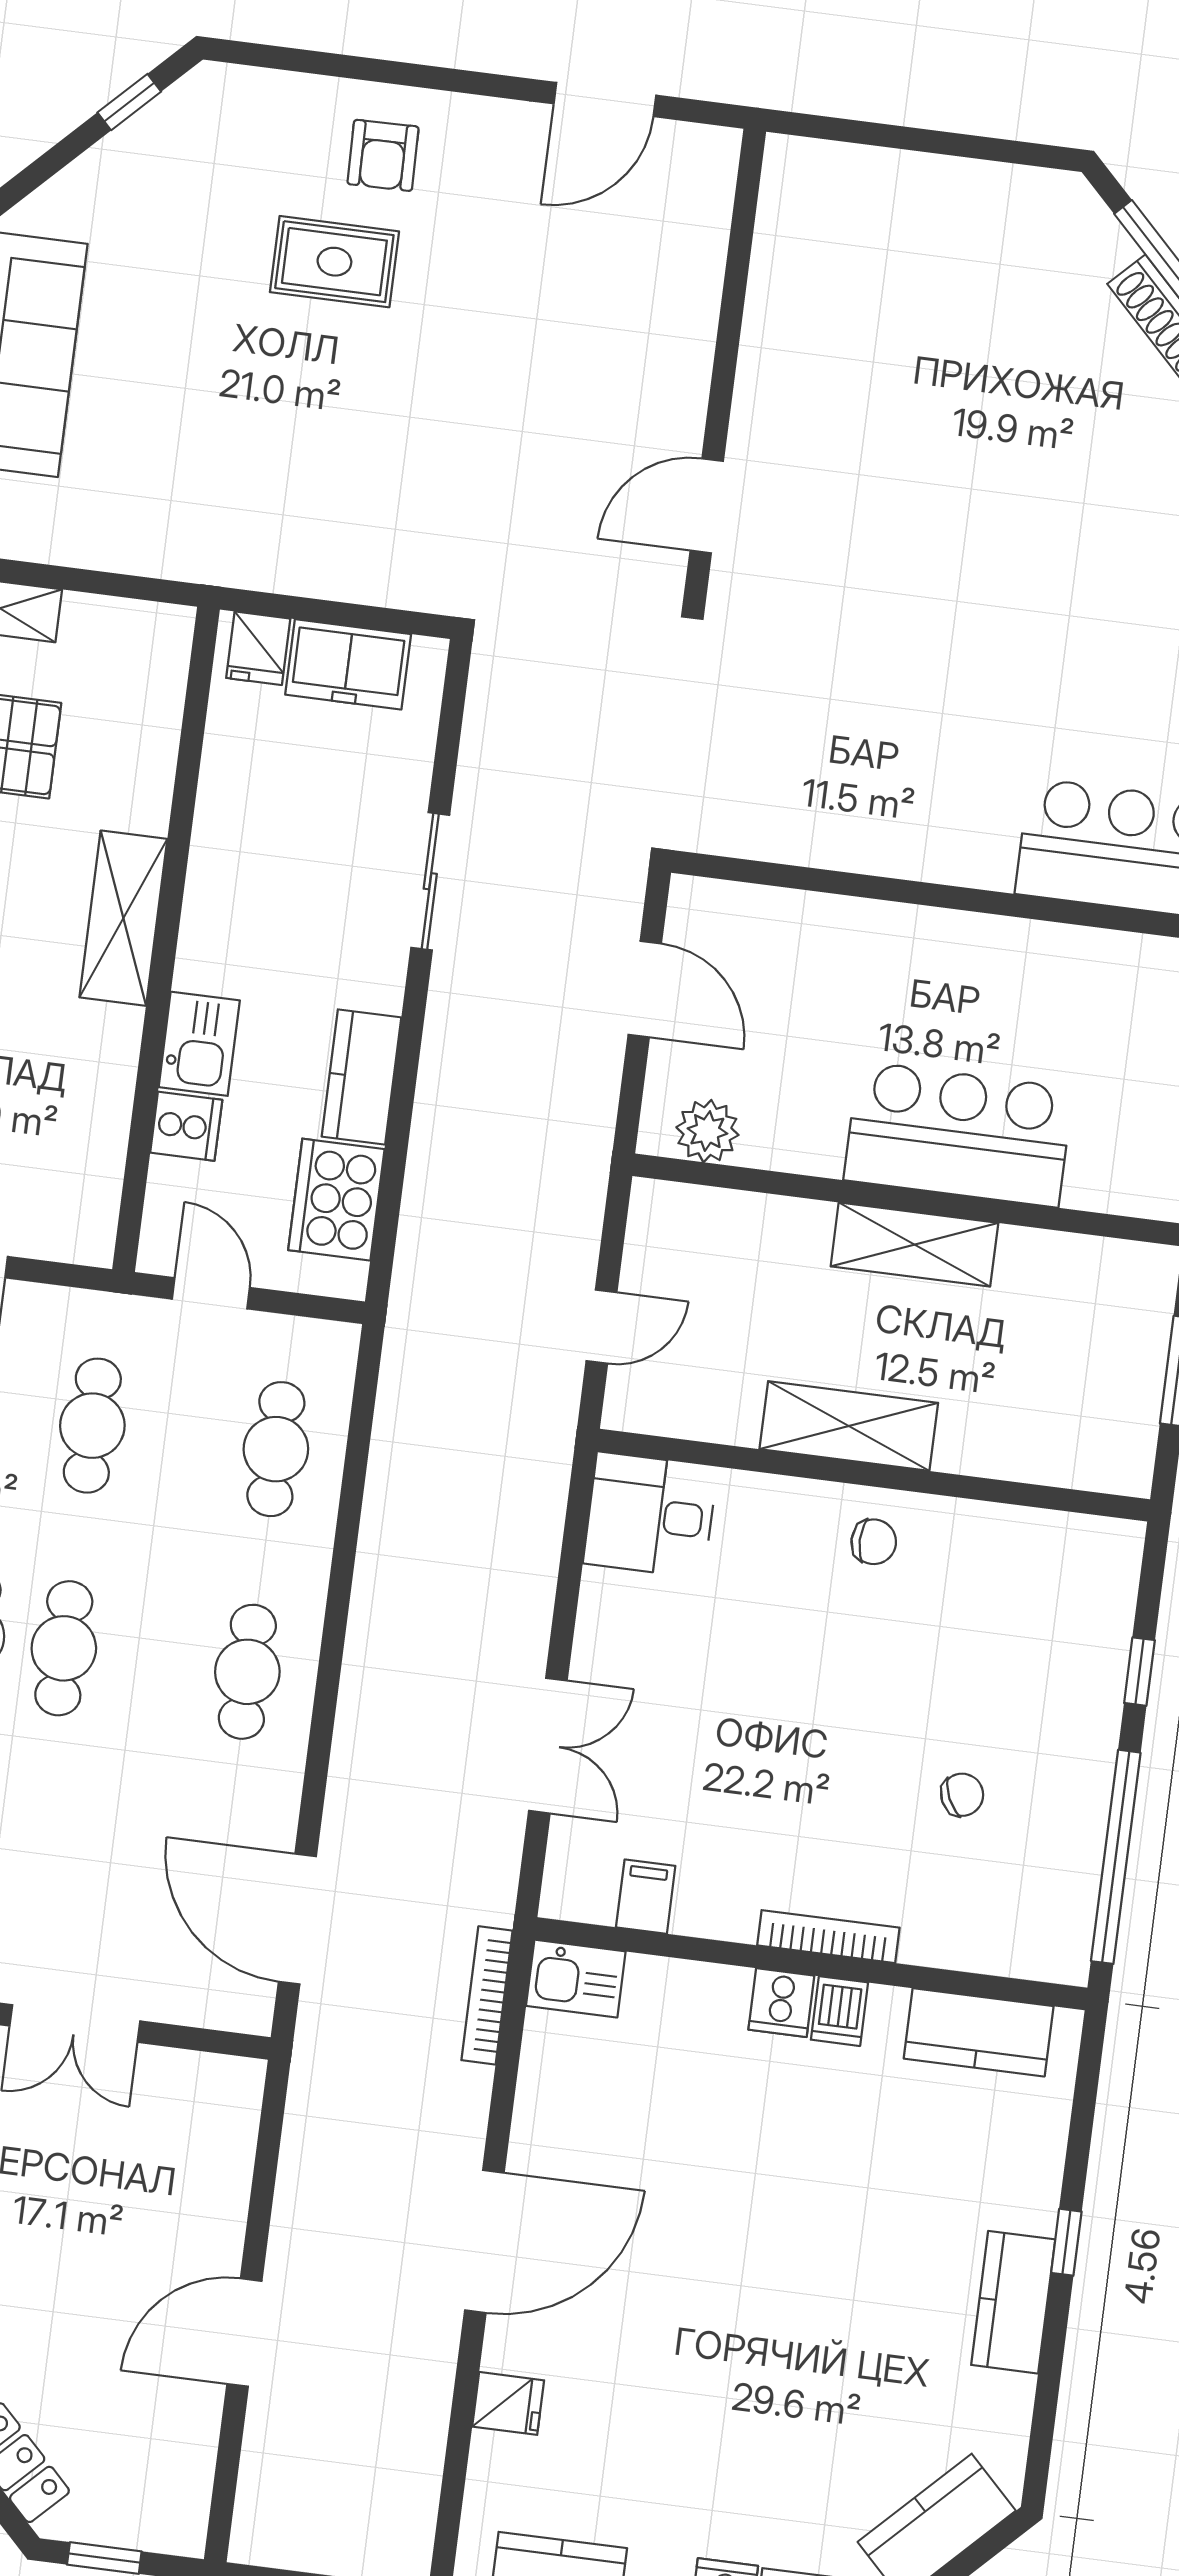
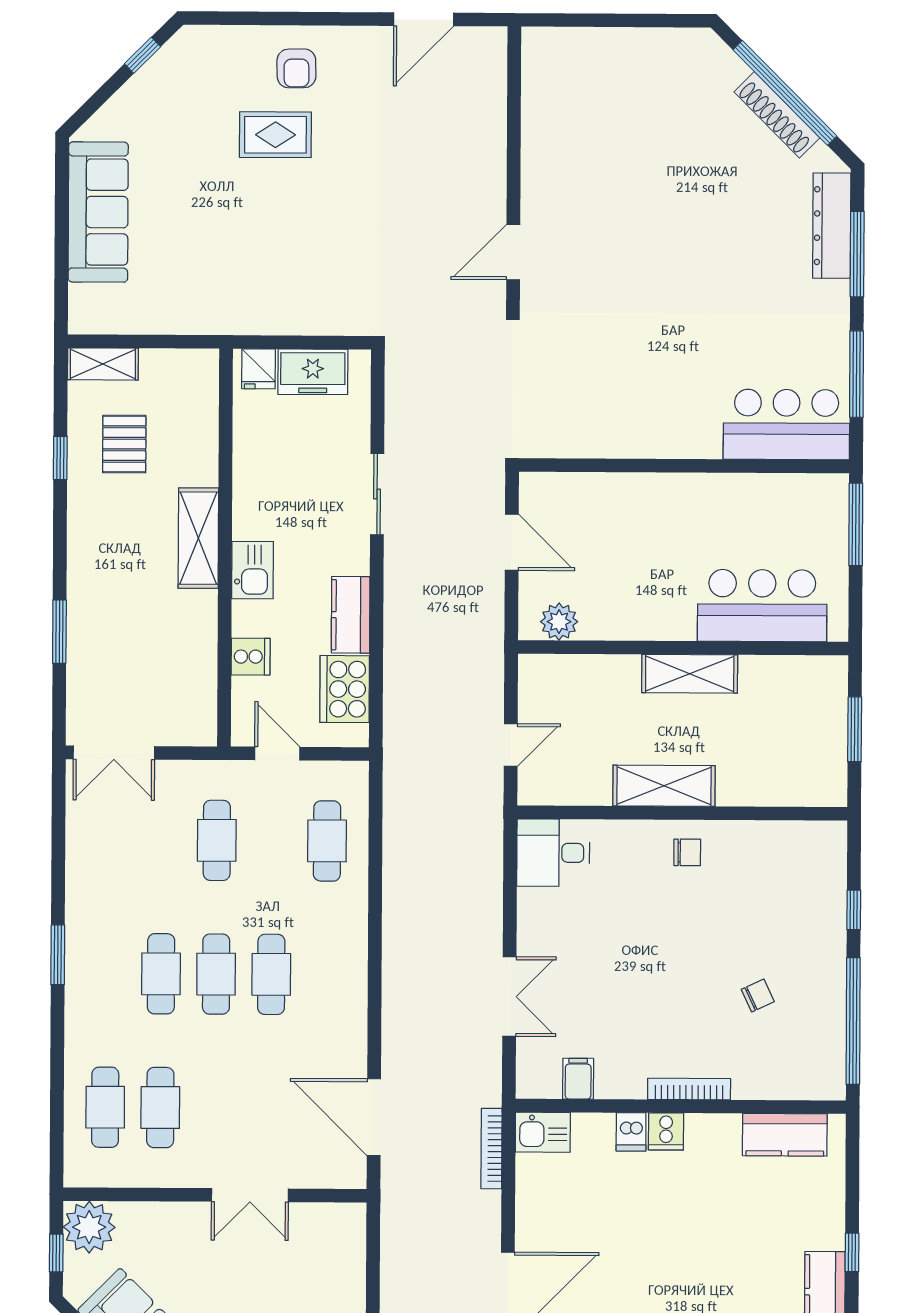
kitchen sink: (199, 1044) -> (252, 570), moved
bar counter: (958, 1134) -> (762, 606), moved
cafe table: (247, 1672) -> (271, 974), moved
dishwasher: (840, 2011) -> (631, 1132), moved

